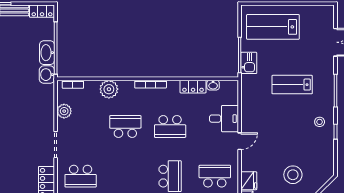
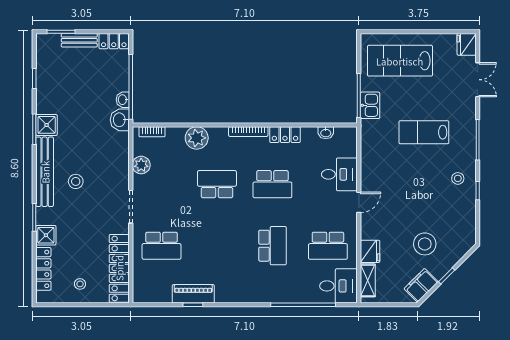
fridge: (327, 14) -> (467, 44), added
washbasin: (47, 53) -> (123, 100), width x0.52, depth x0.69
locker: (193, 87) -> (285, 135), moved
stool: (11, 124) -> (76, 181), added
school desk: (215, 176) -> (328, 246), turned 180

